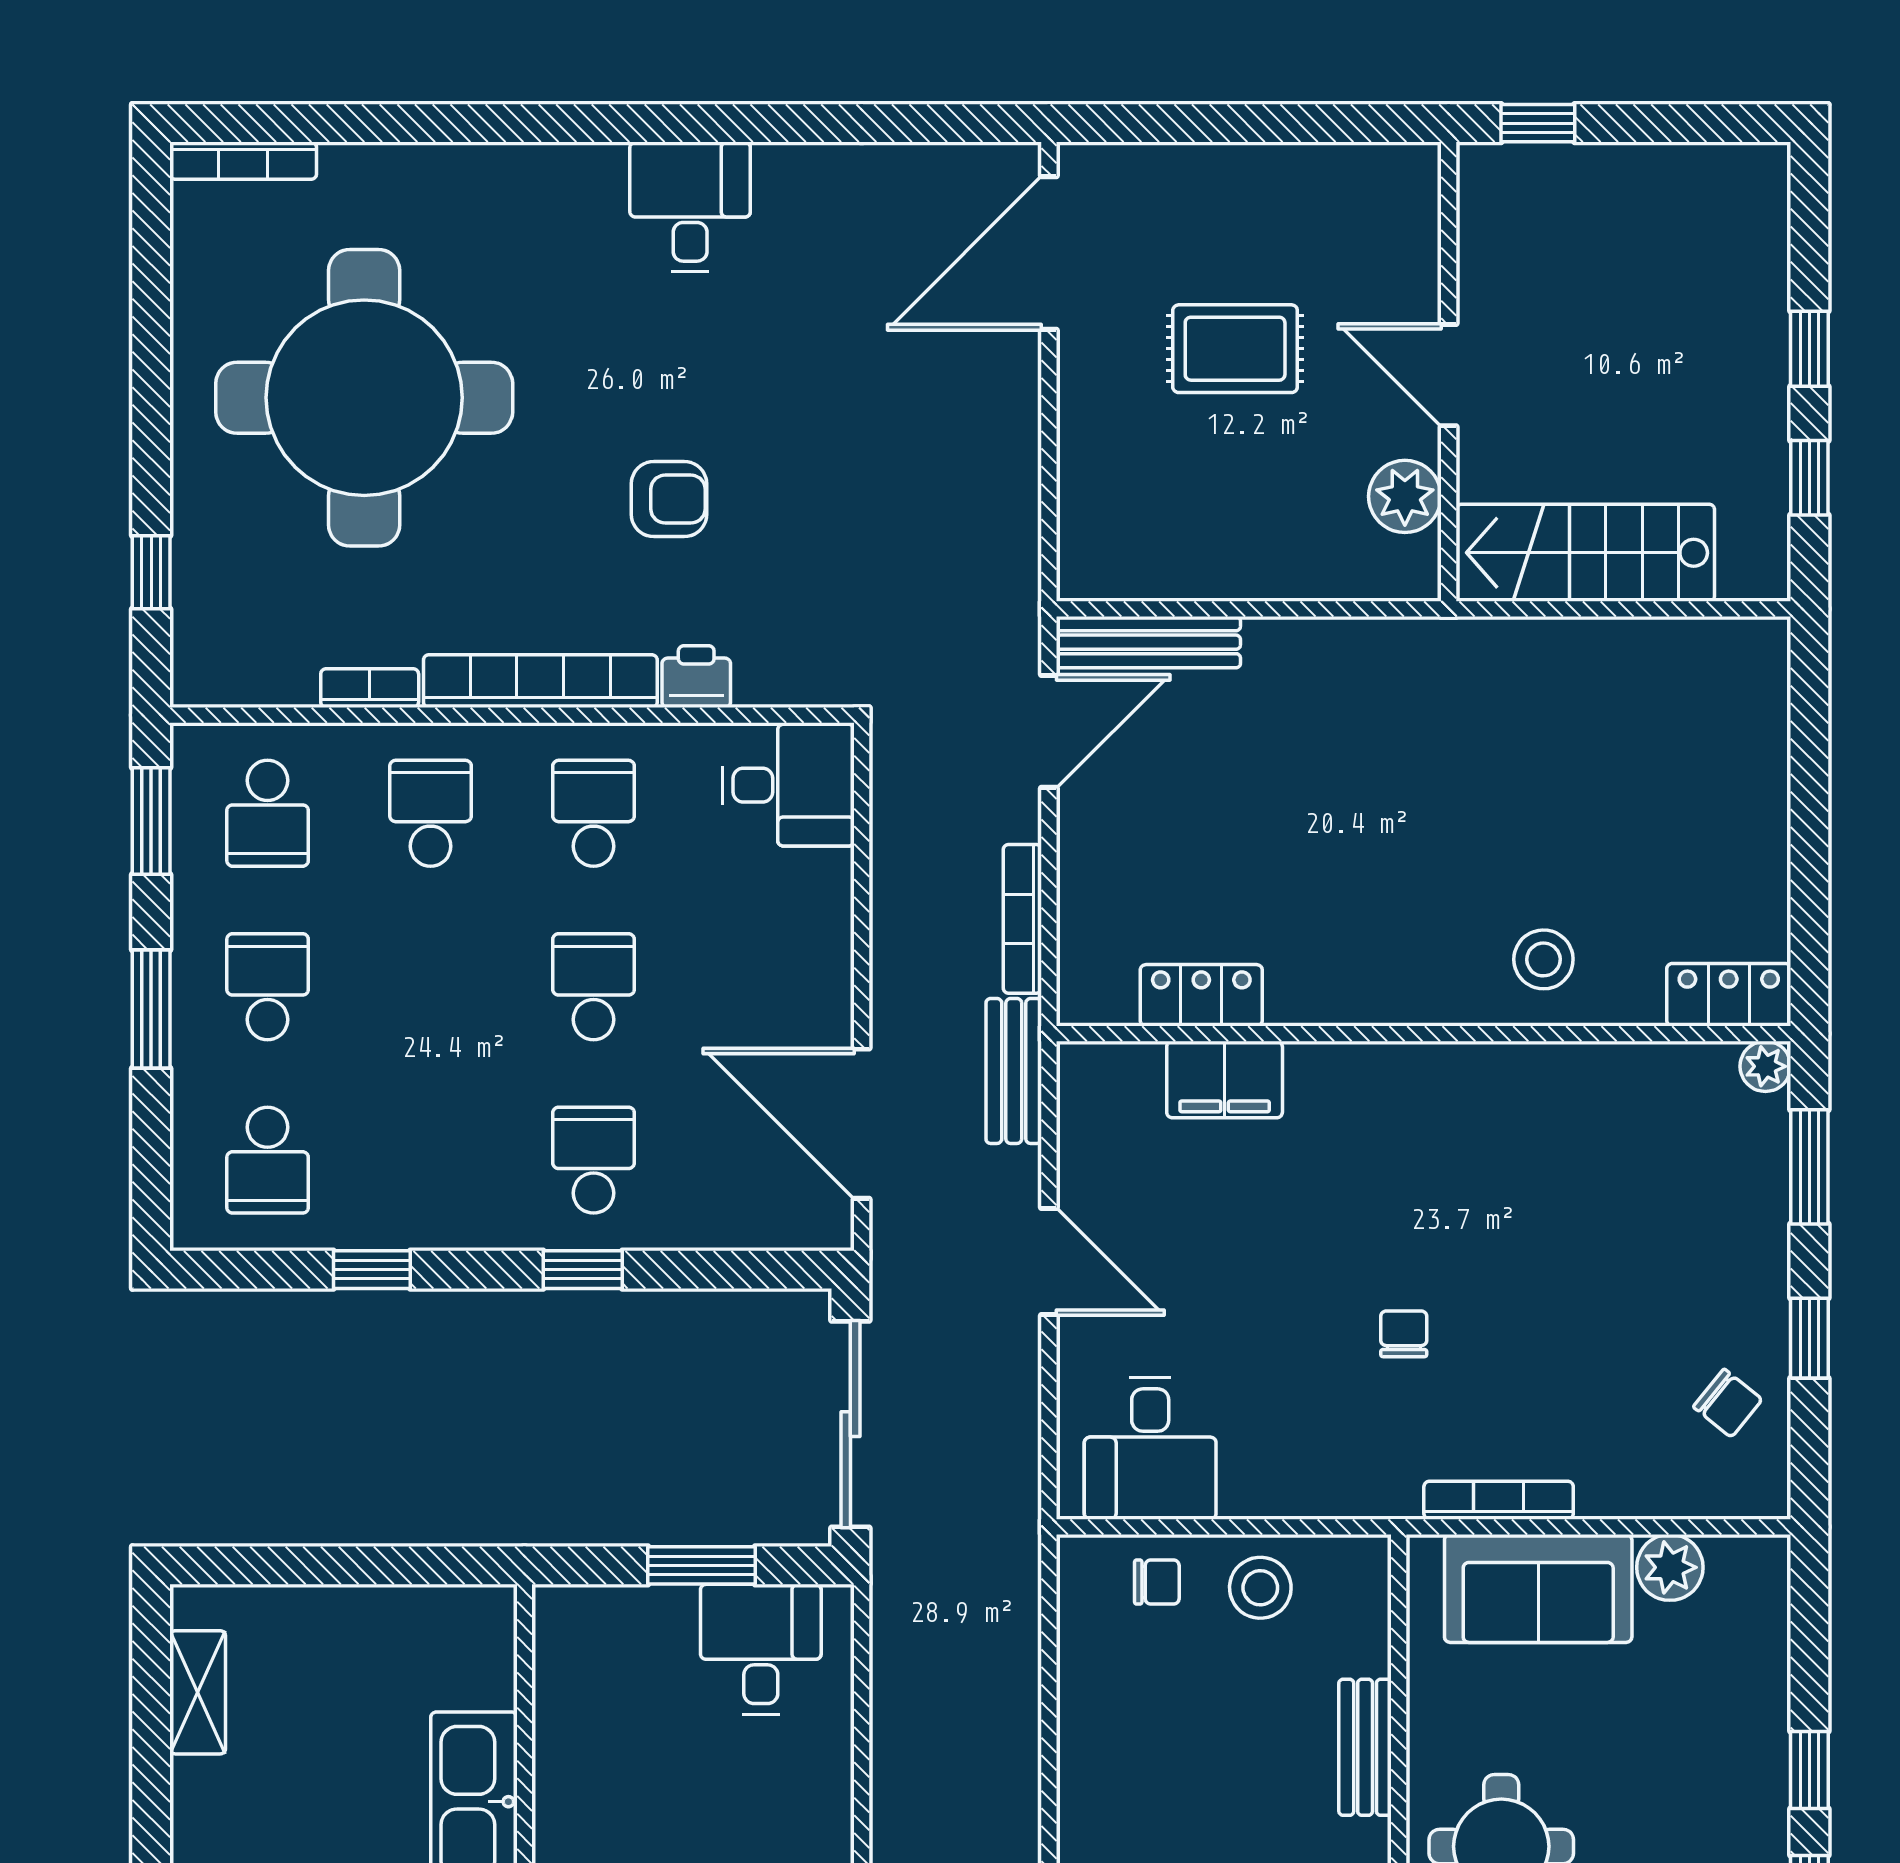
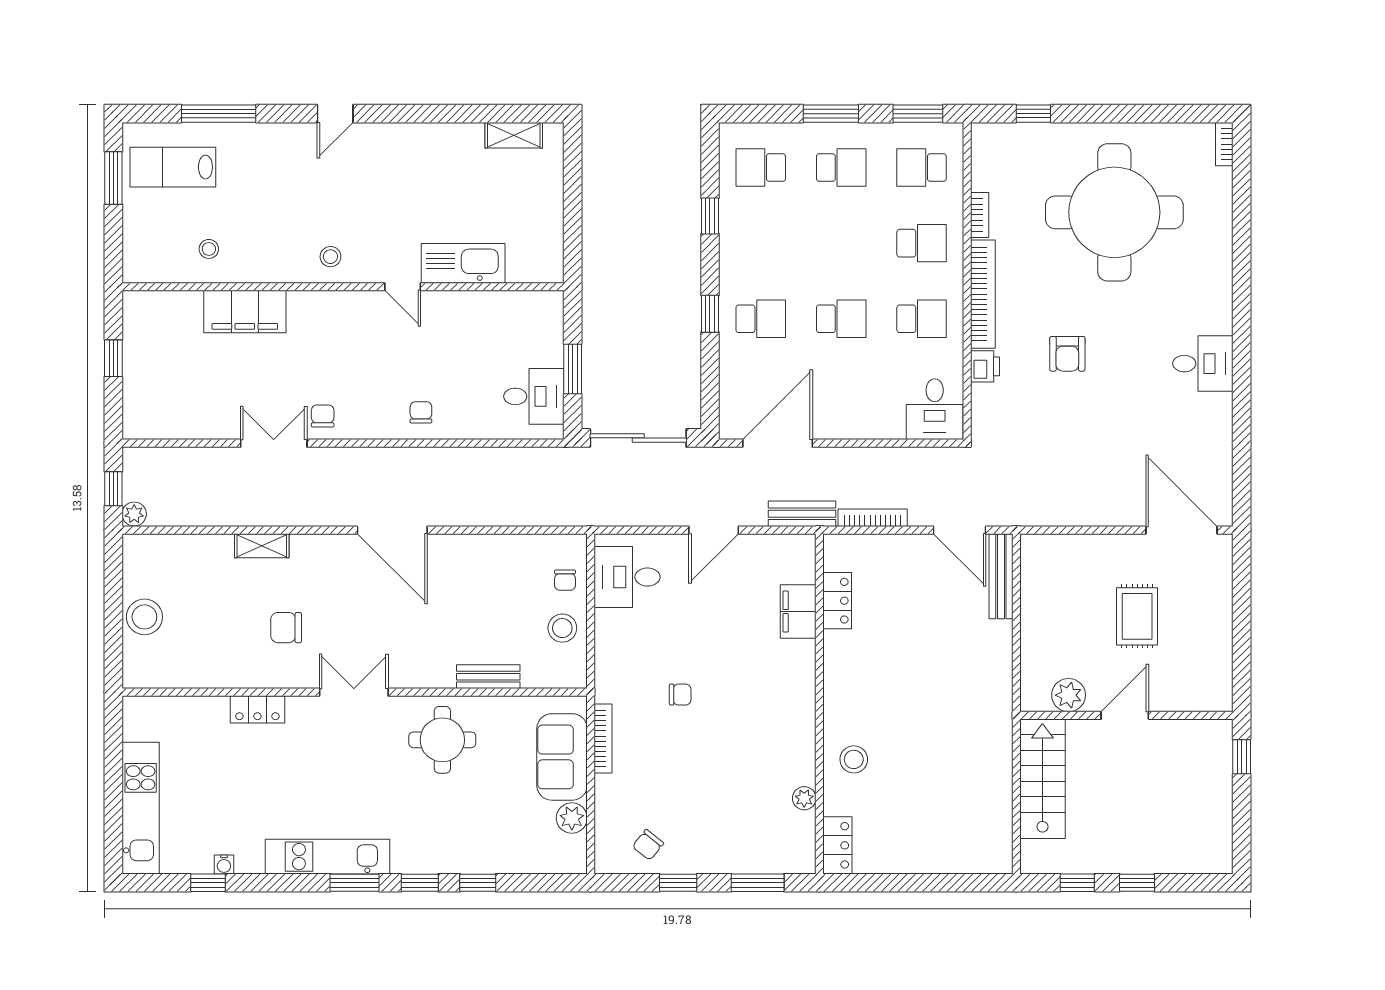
bookcase: (243, 161) -> (1224, 144), width x0.64
plant: (1765, 1066) -> (804, 798), moved

